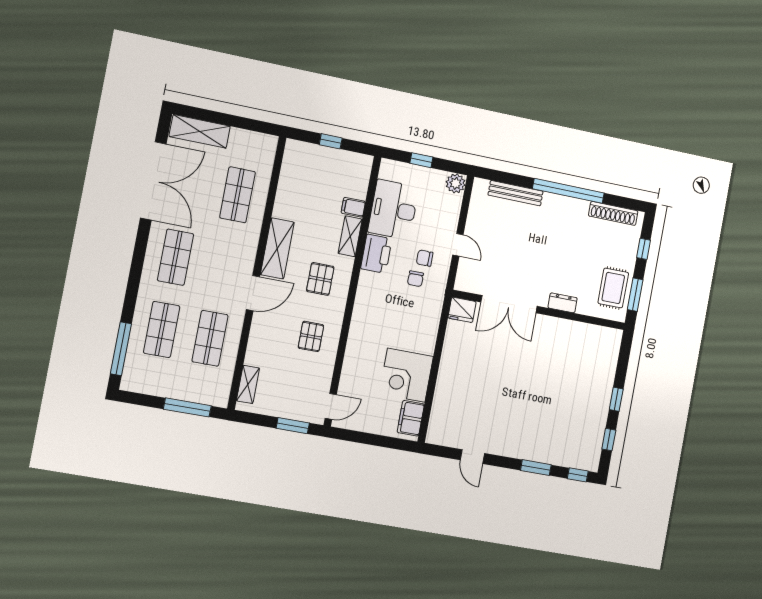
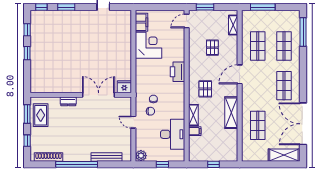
shelving: (277, 248) -> (231, 113), moved
printer: (376, 254) -> (177, 72), moved
pallet: (311, 336) -> (212, 48), moved

